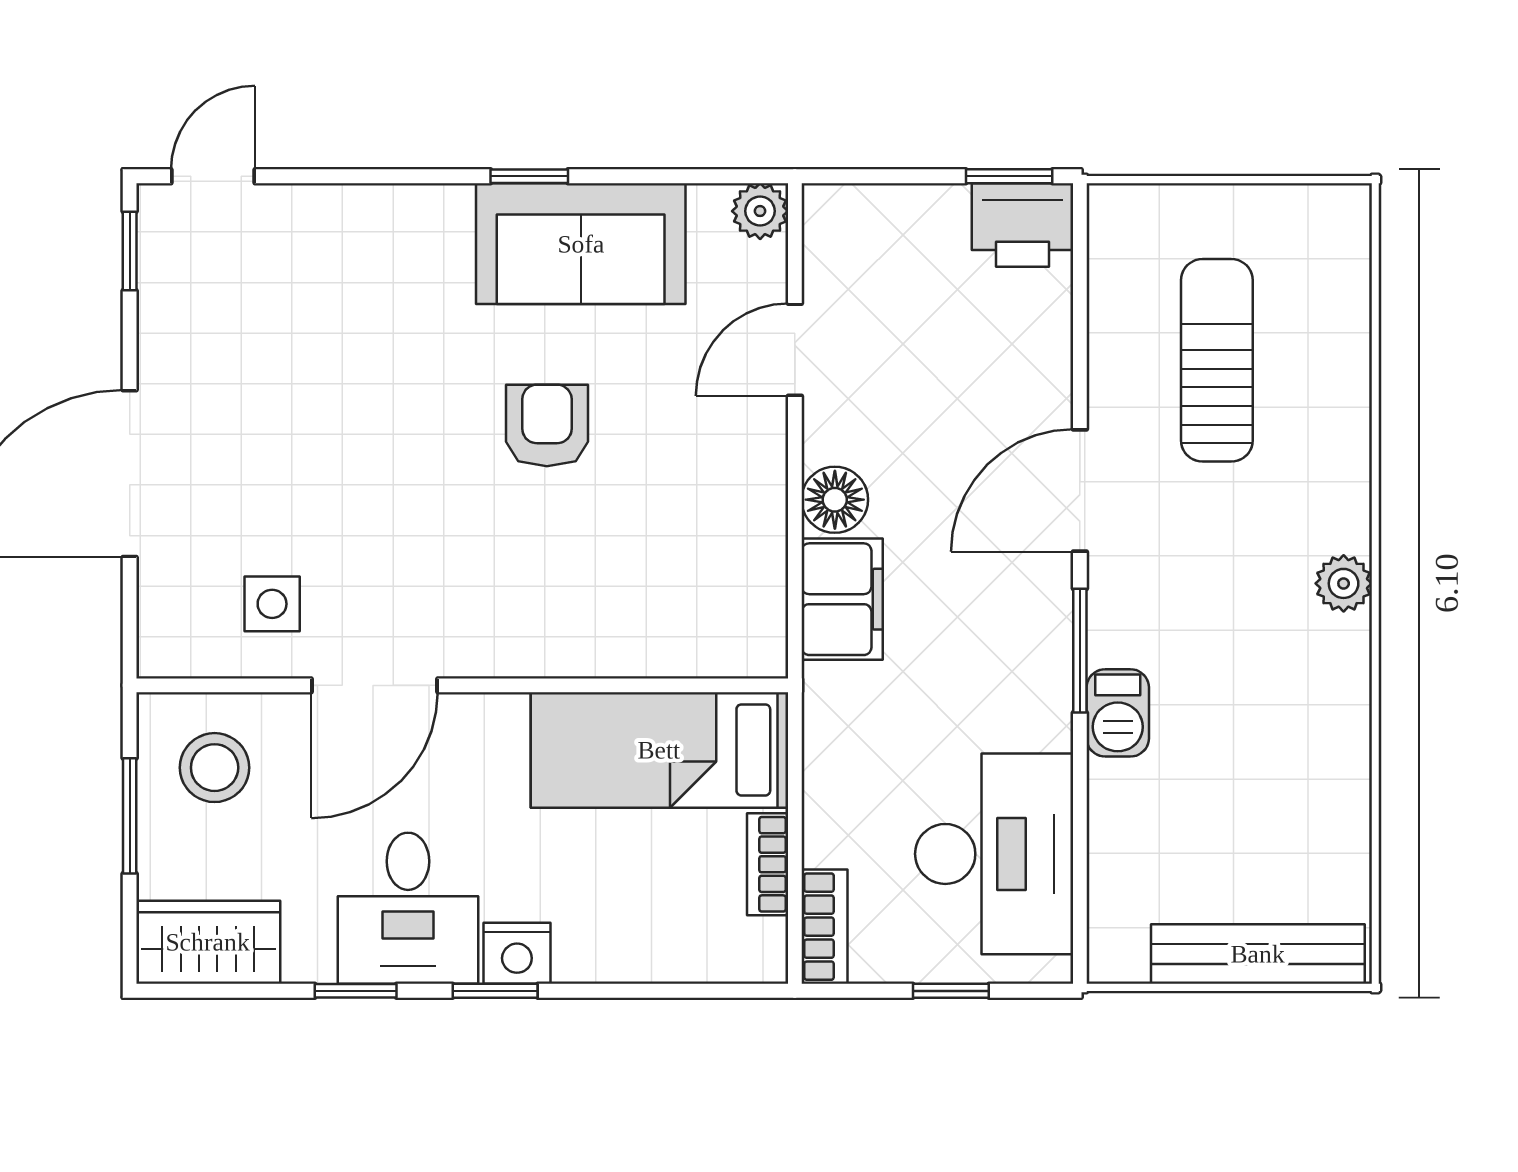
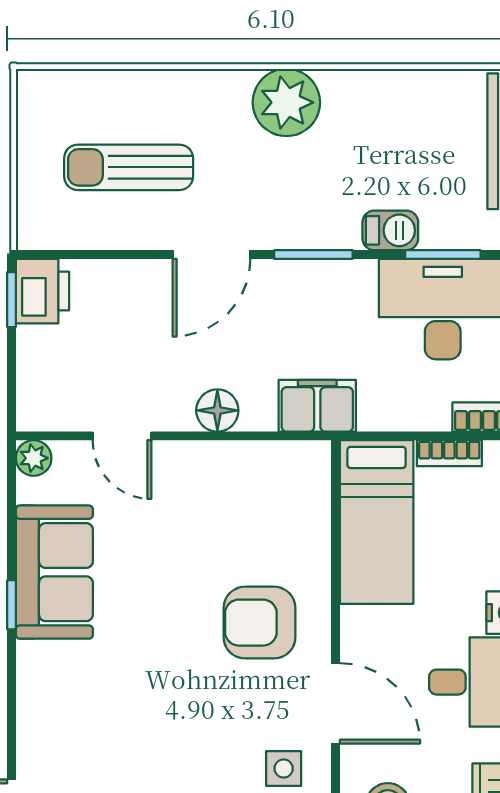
armchair: (547, 425) -> (260, 623), moved, width x1.38, depth x1.38
door: (1080, 490) -> (211, 254), hinge flipped
plant: (1344, 583) -> (286, 102), width x1.88, depth x1.88
filing cabinet: (842, 599) -> (317, 406), moved
barbecue: (1118, 713) -> (390, 230), moved
window: (1080, 854) -> (443, 254), added

